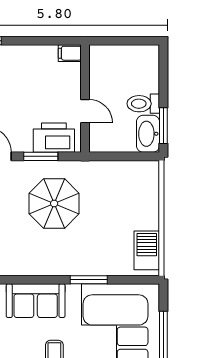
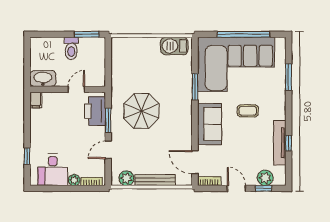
washbasin: (148, 134) -> (43, 79), moved, turned 180

